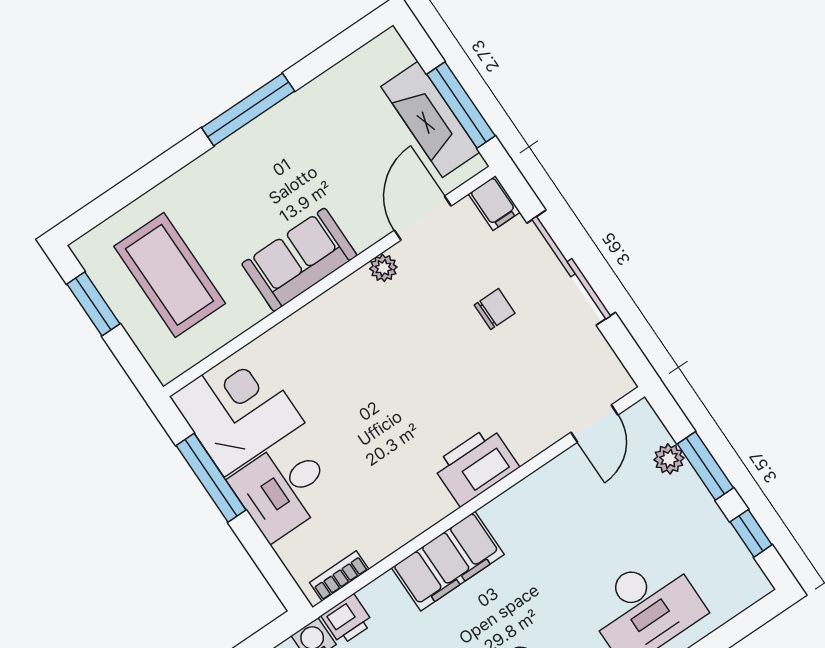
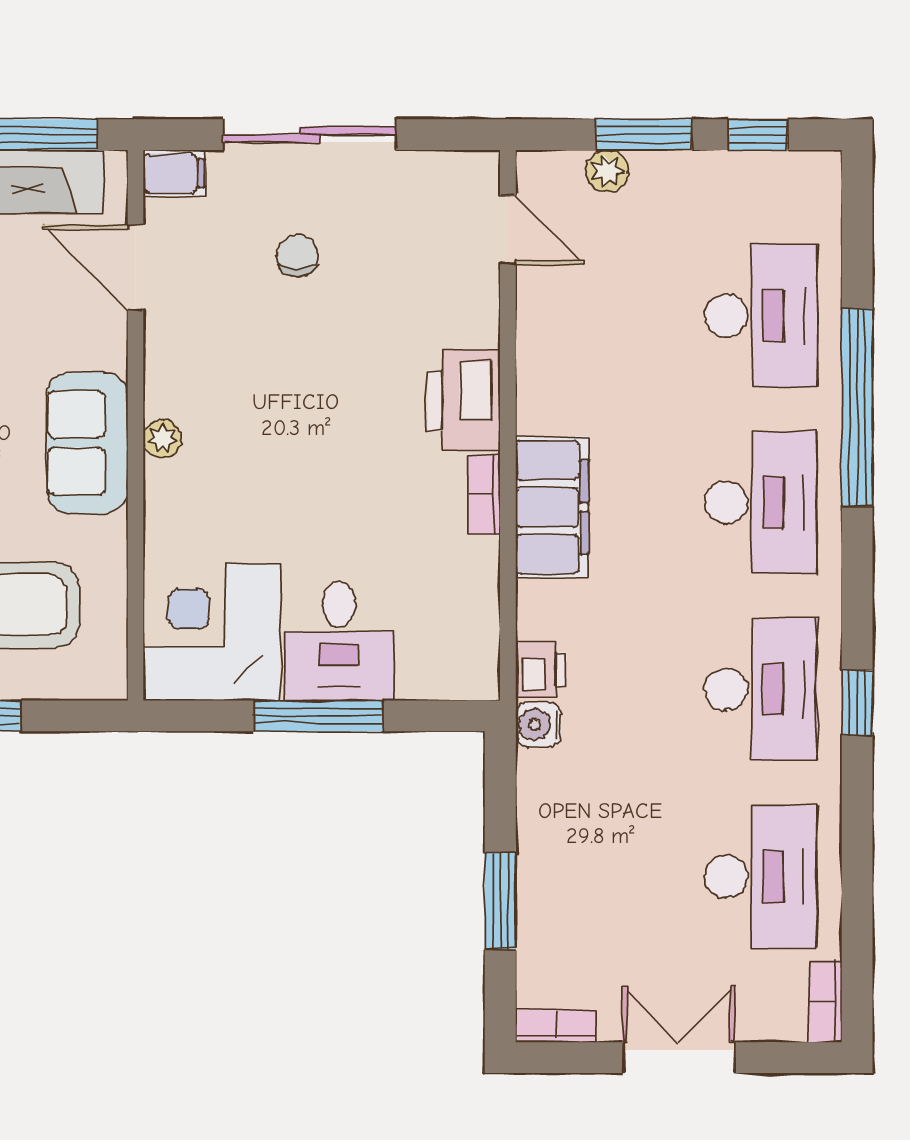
plant: (383, 268) -> (162, 439), moved
window: (211, 478) -> (318, 716), moved
bookcase: (339, 576) -> (484, 495), moved

